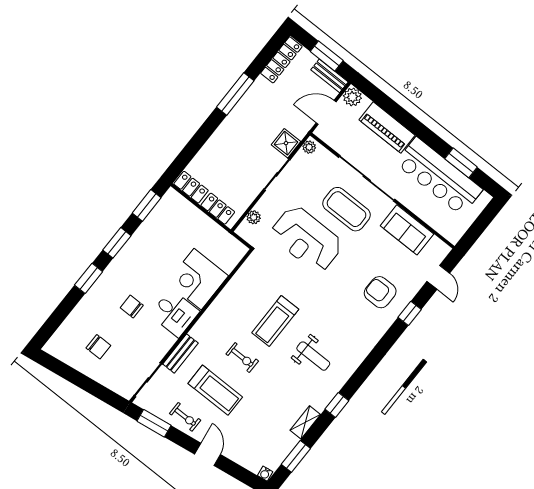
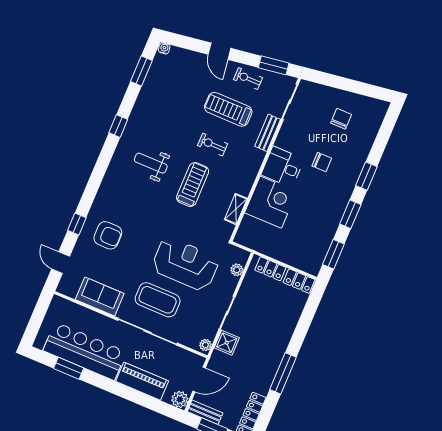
chair: (98, 347) -> (341, 119), turned 90
shelving: (305, 422) -> (236, 209), moved

